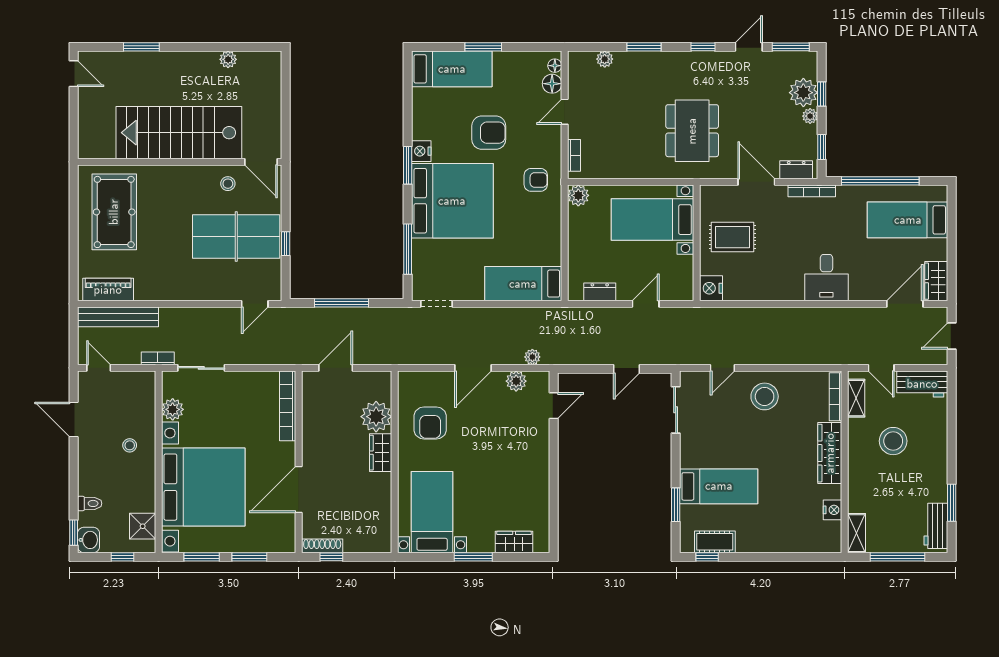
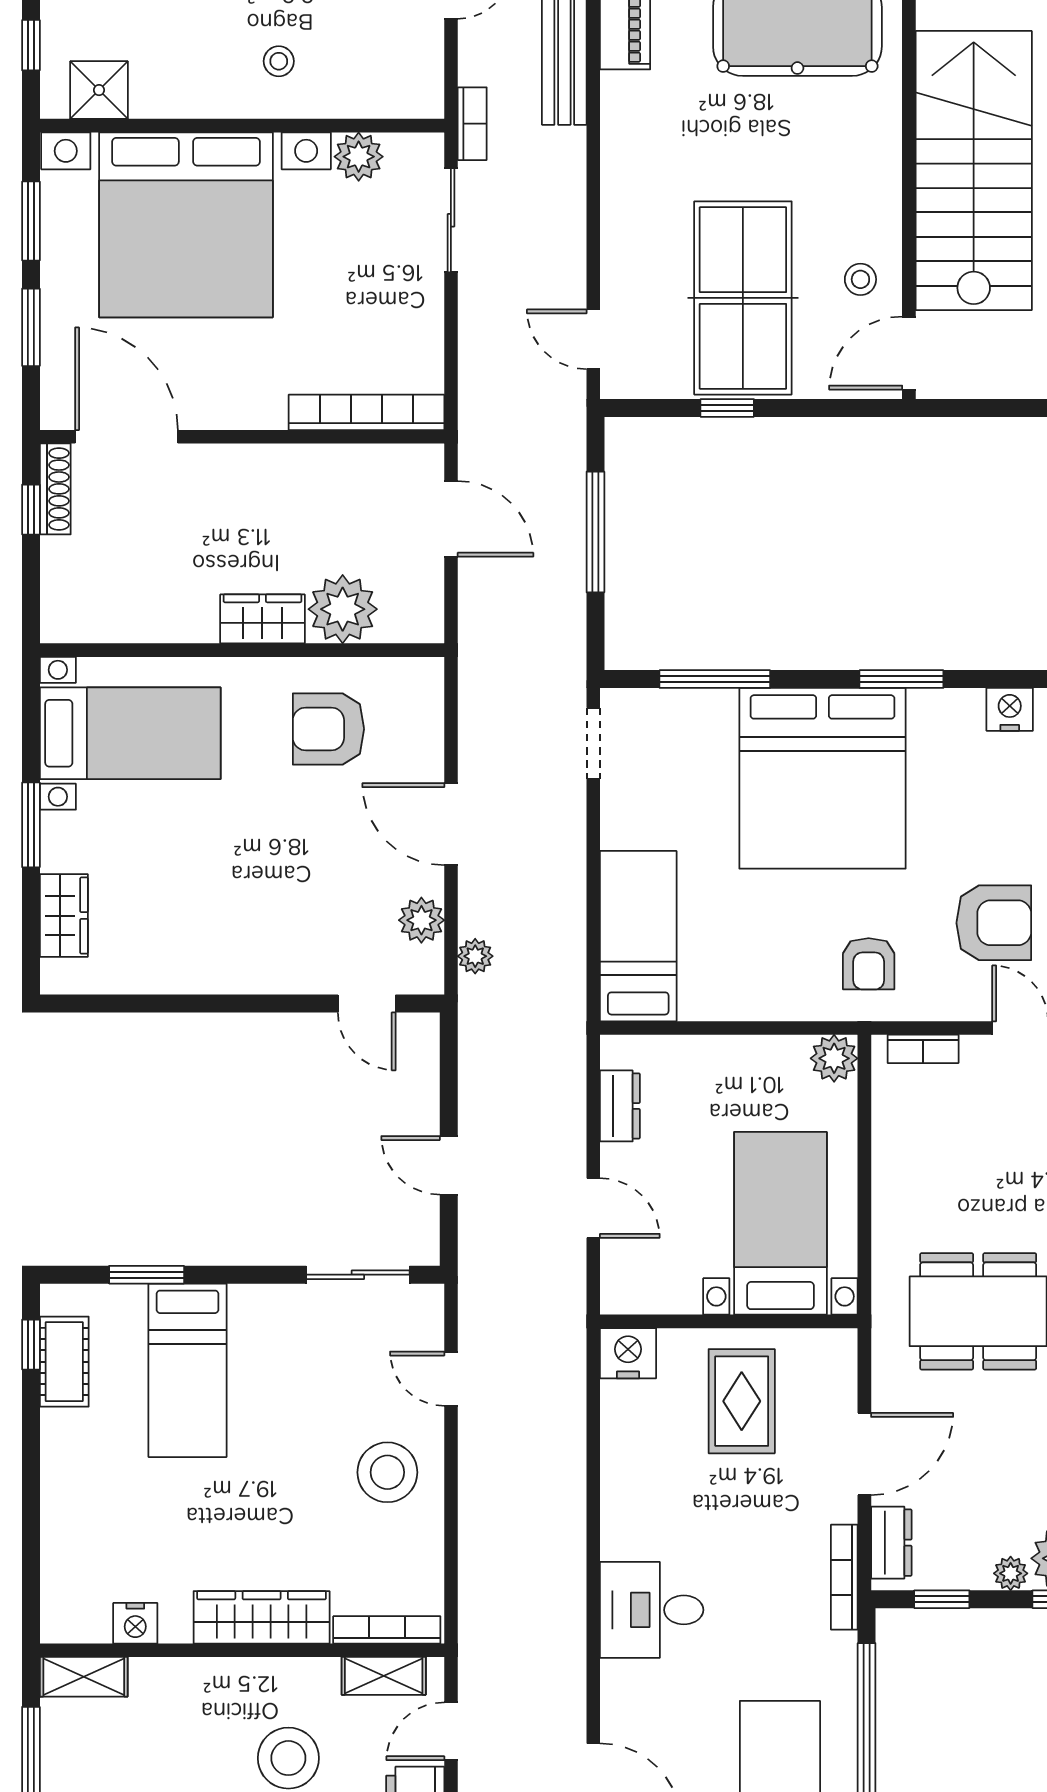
armchair: (489, 133) -> (994, 923), moved, turned -90
nightstand: (421, 151) -> (1010, 709), moved
door: (299, 490) -> (126, 437), moved

